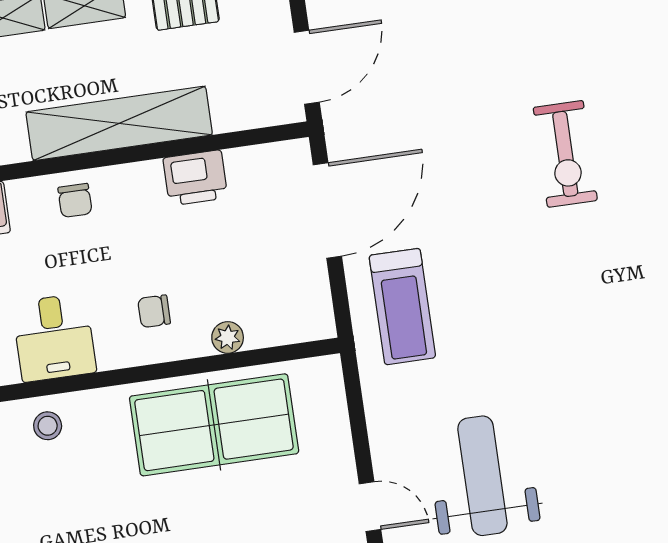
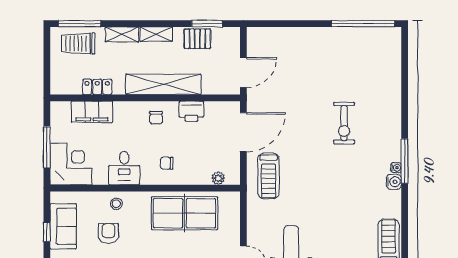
chair: (75, 200) -> (156, 118), moved
plant: (228, 337) -> (218, 178), moved
armchair: (39, 500) -> (108, 233), added

